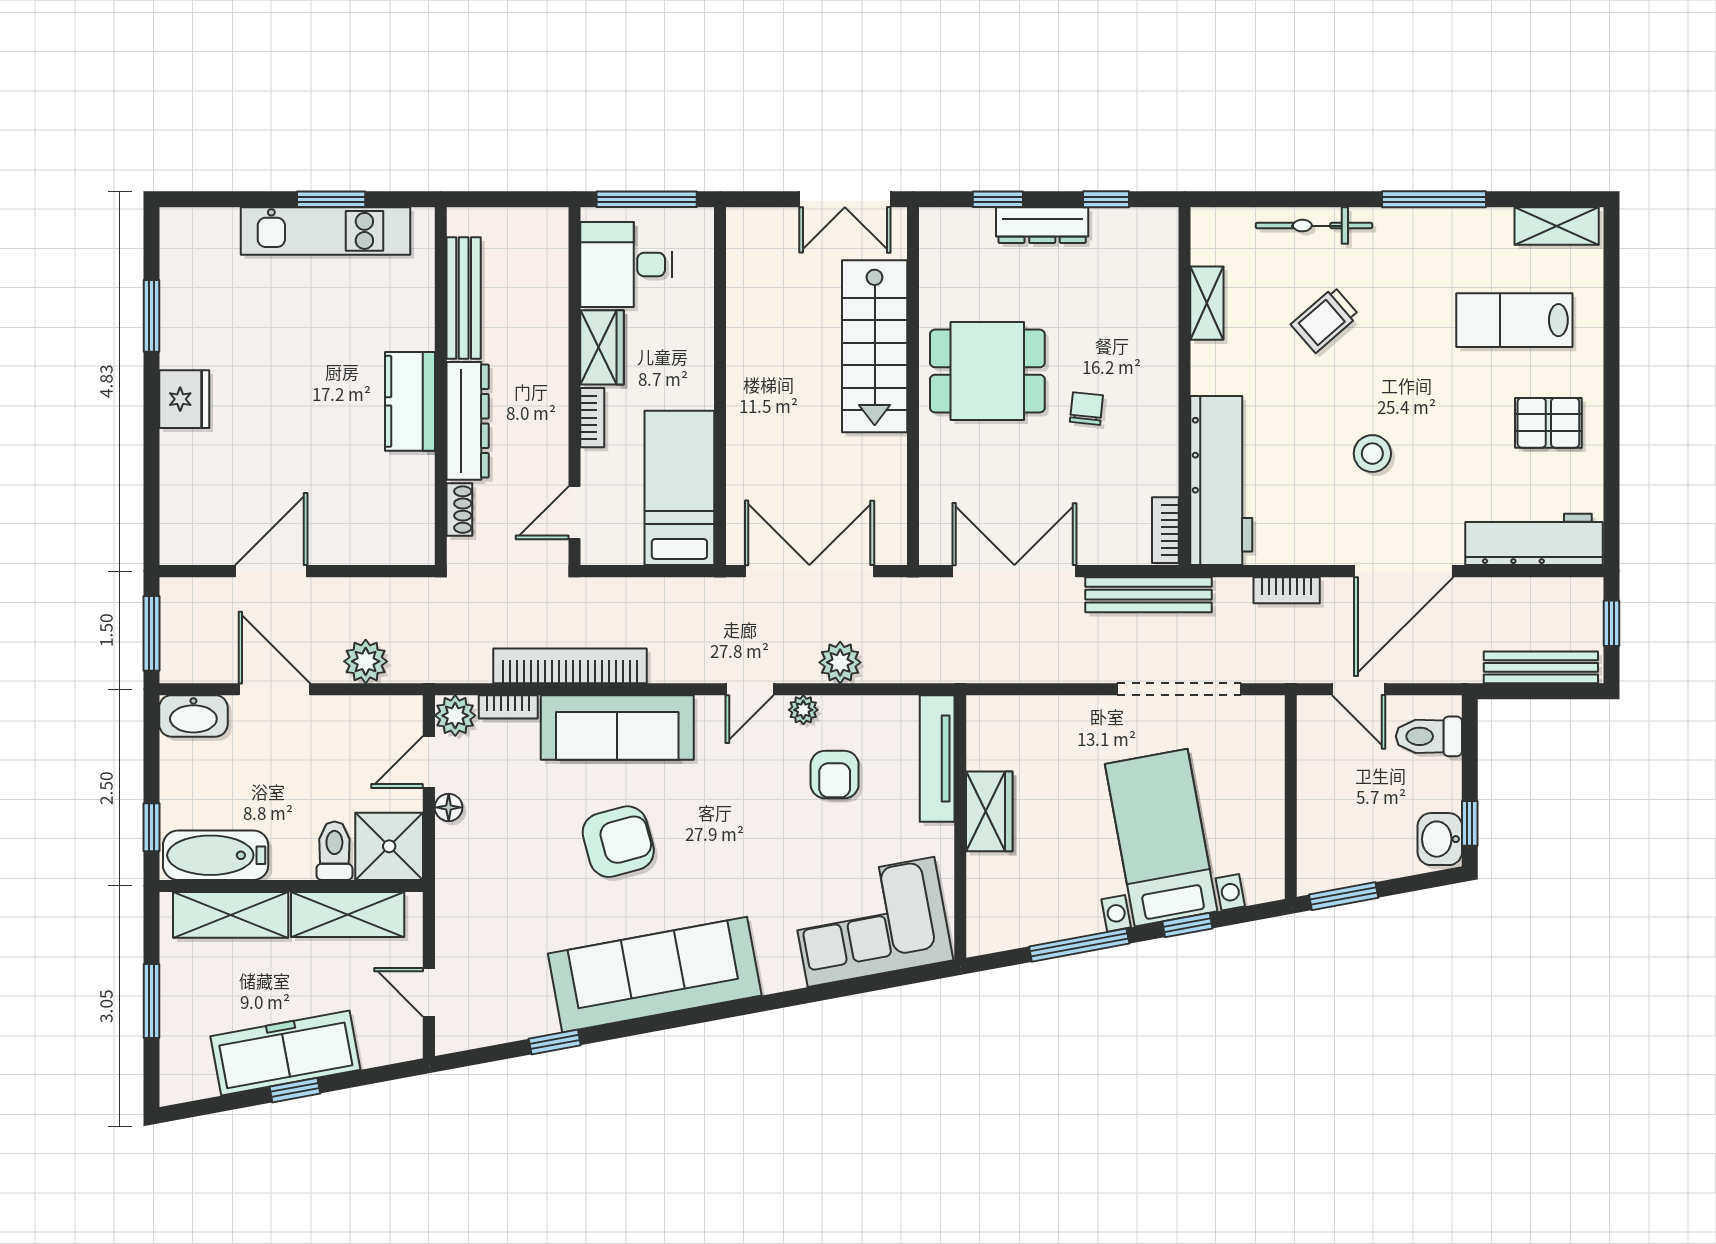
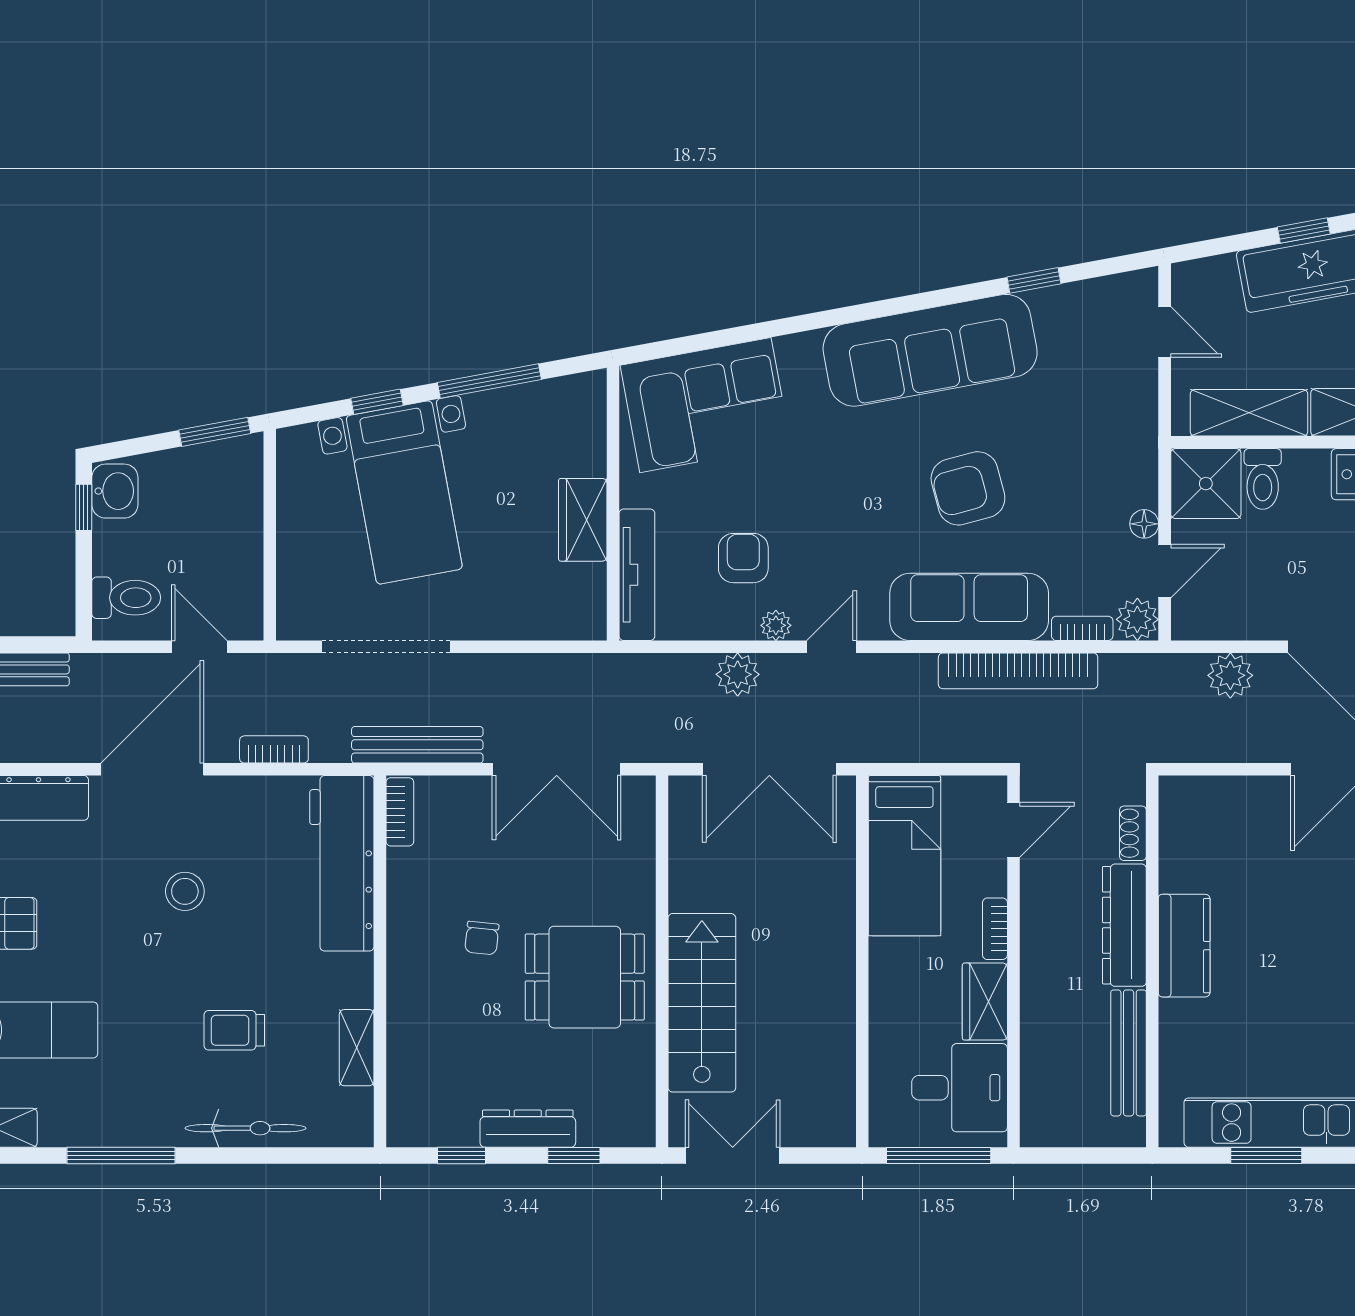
trolley: (1325, 320) -> (234, 1030), turned -139

